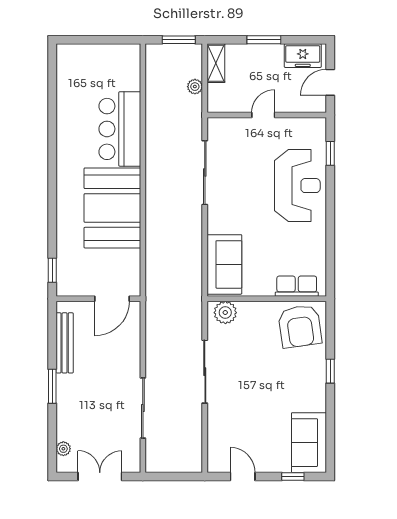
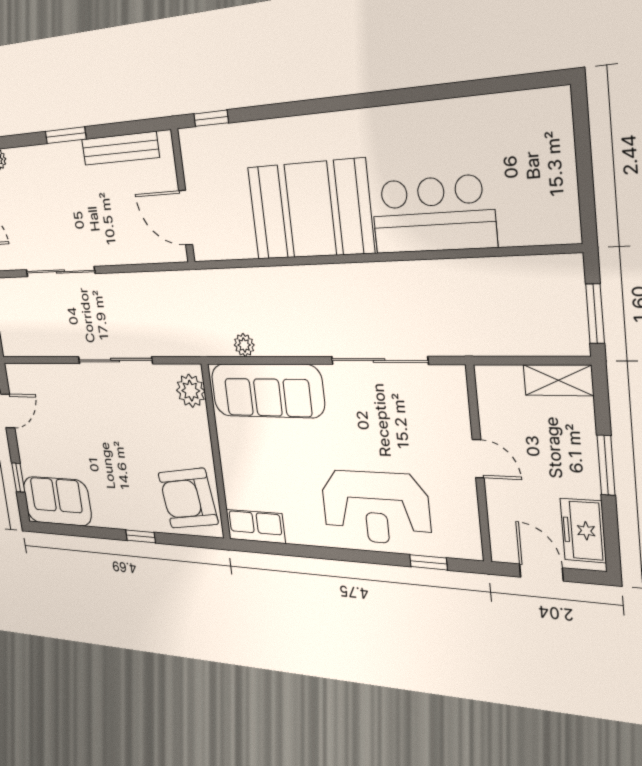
plant: (195, 87) -> (244, 345), moved
sofa: (224, 264) -> (267, 391), width x1.36
row of seats: (297, 286) -> (256, 526), moved, turned -90

